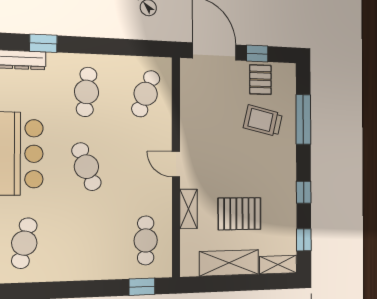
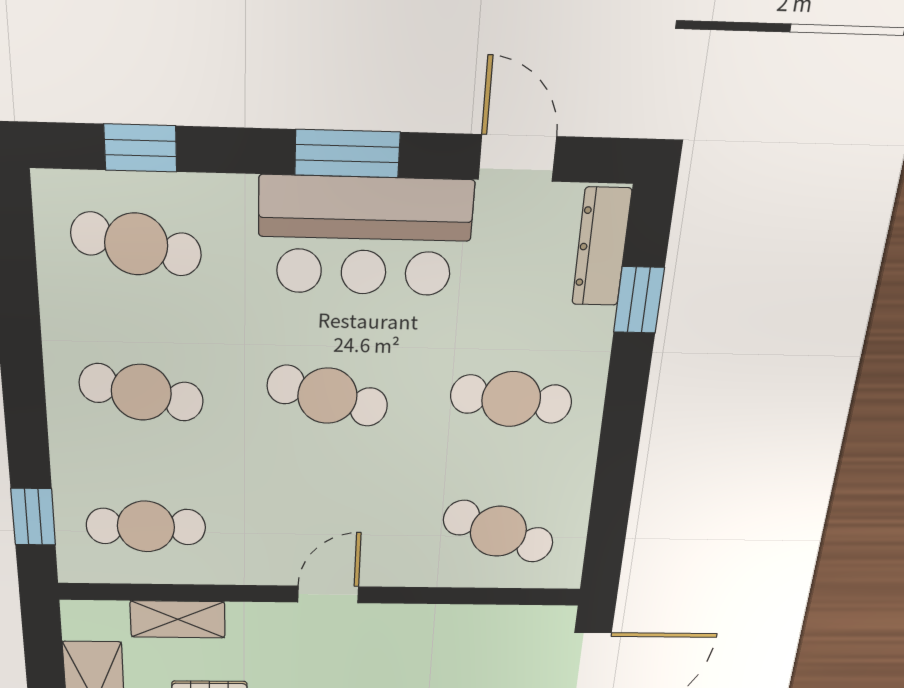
cafe table: (86, 167) -> (327, 396), turned 36
shelving: (189, 209) -> (178, 619), moved
cafe table: (86, 242) -> (141, 392), added

